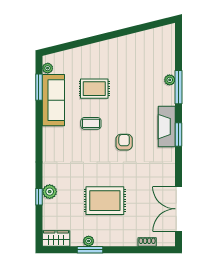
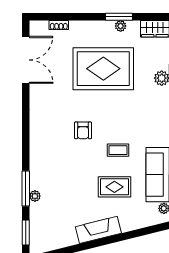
fireplace: (167, 127) -> (98, 230), moved, turned -104
window: (178, 135) -> (26, 233), moved
rug: (105, 201) -> (103, 69), width x1.37, depth x1.44

